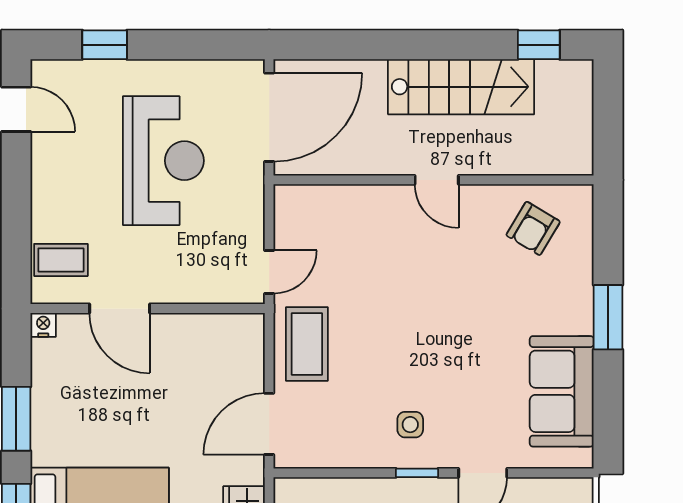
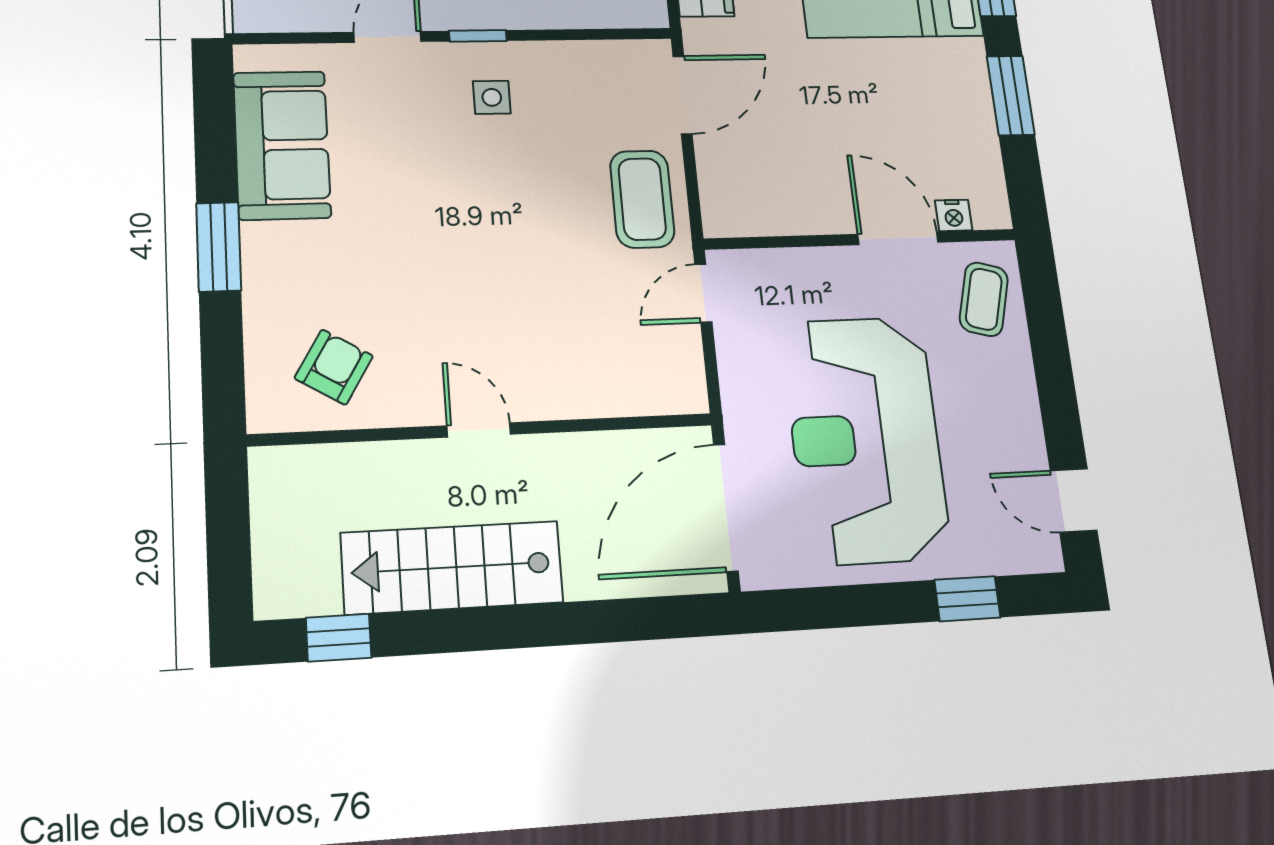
reception desk: (163, 161) -> (865, 439), width x1.36, depth x1.30
coffee table: (61, 260) -> (984, 299), turned -75
nightstand: (43, 325) -> (954, 215), moved

